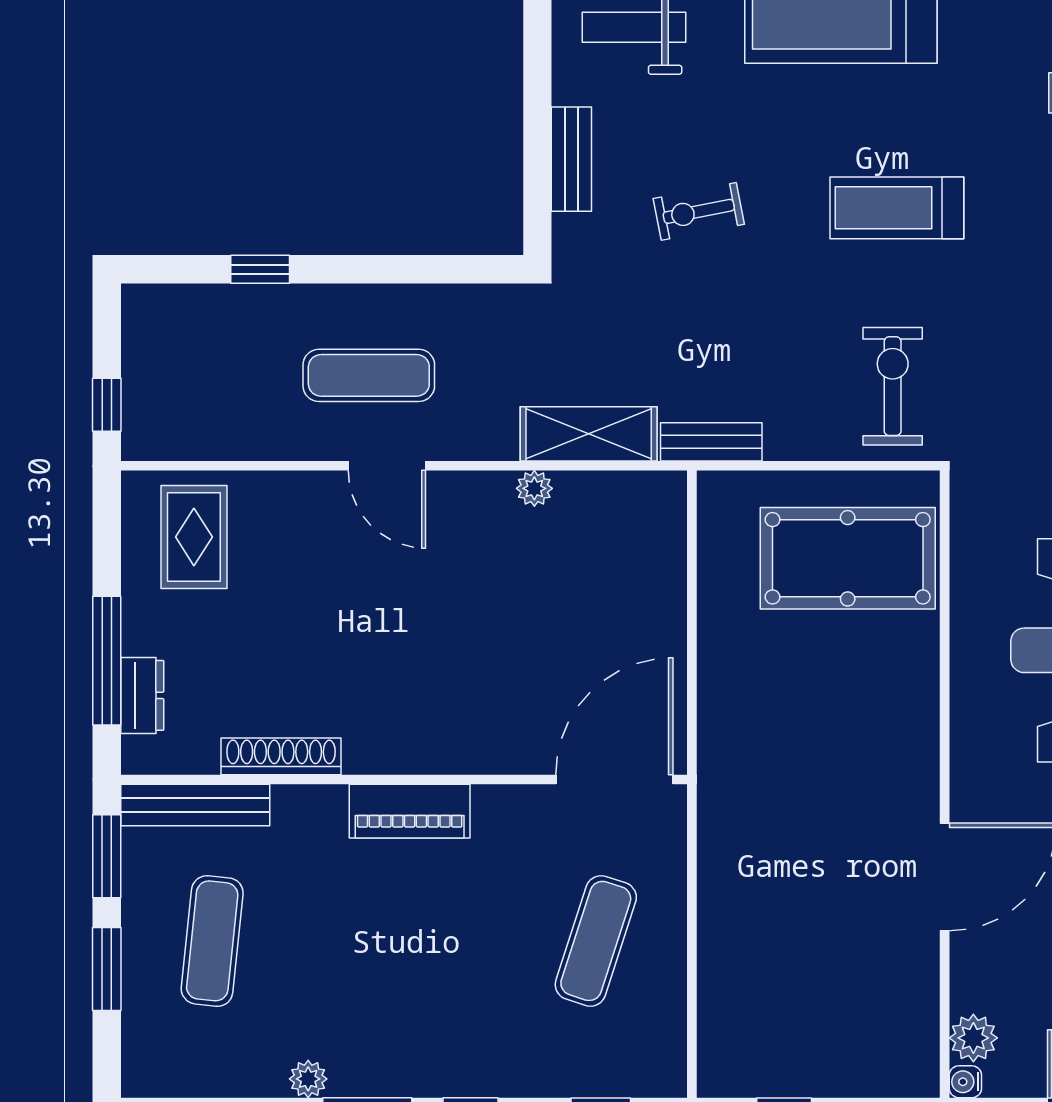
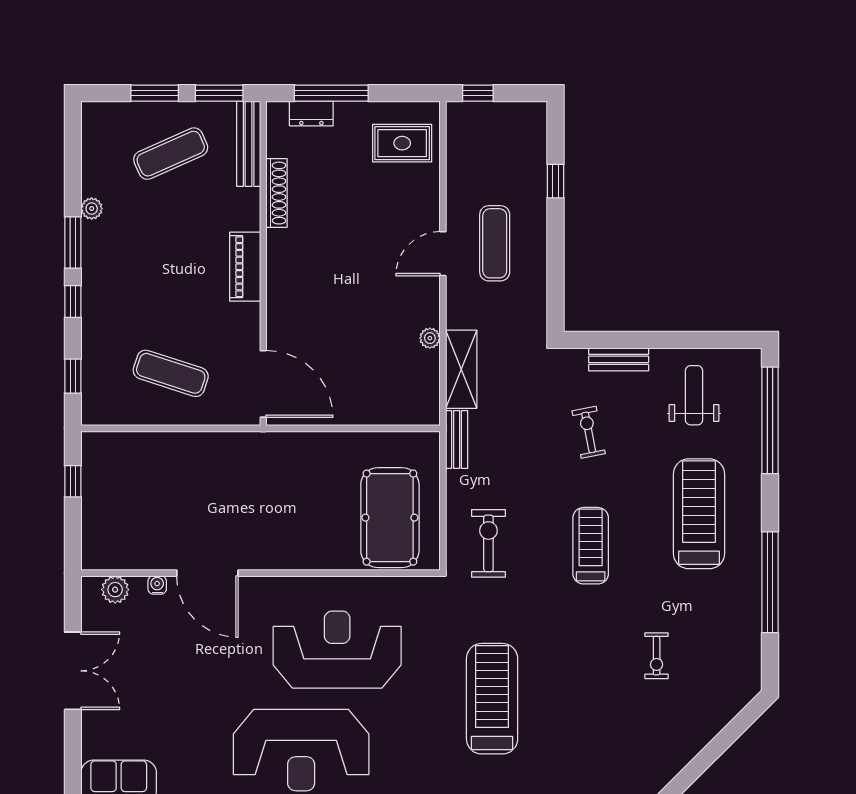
exercise bike: (893, 386) -> (488, 543), turned -90
exercise mat: (212, 941) -> (171, 154), turned -30
water cooler: (965, 1082) -> (157, 585), moved

